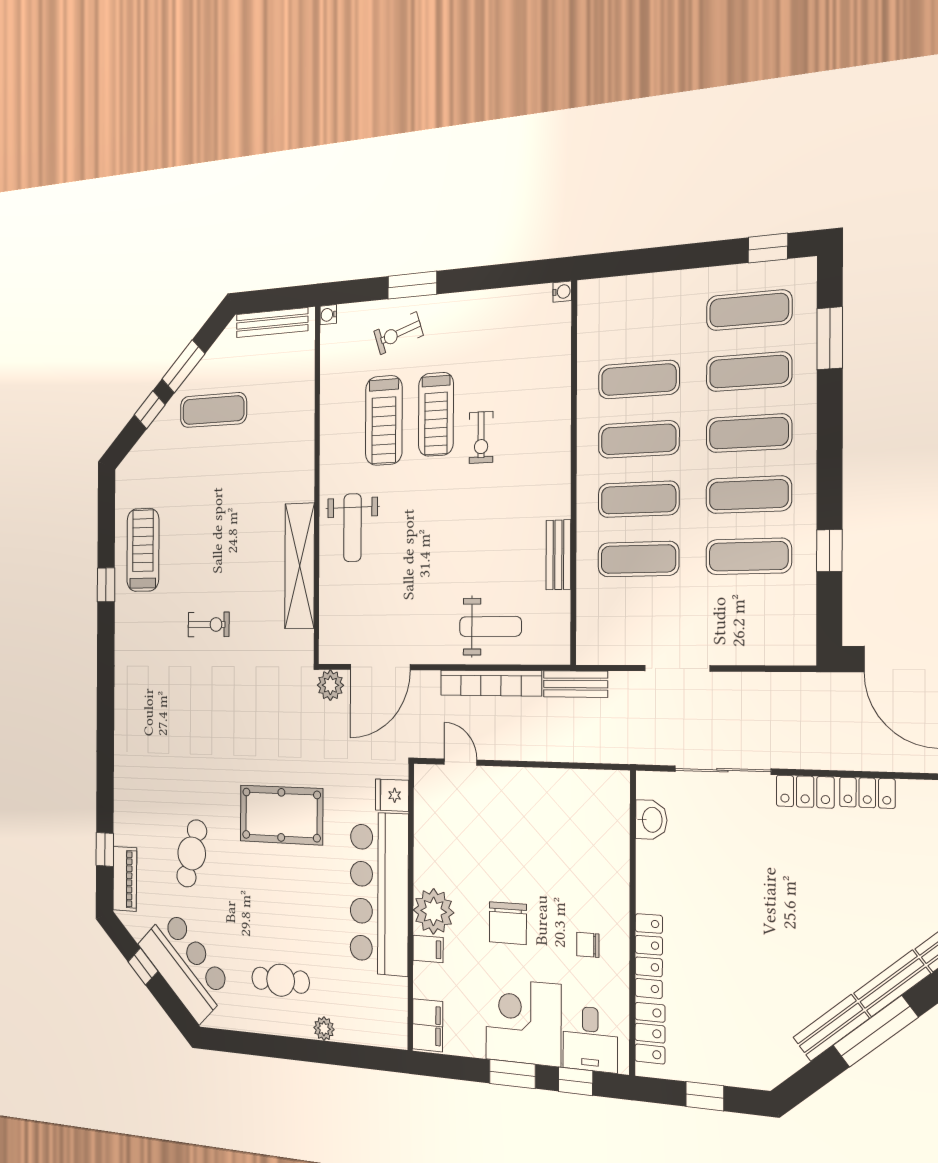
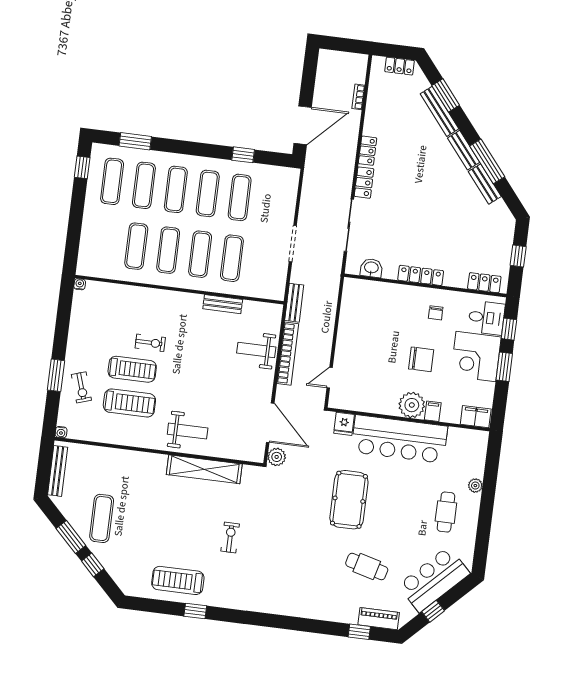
weight bench: (490, 626) -> (256, 350), turned -90
locker: (649, 956) -> (421, 275), moved

